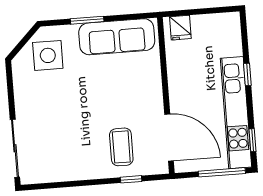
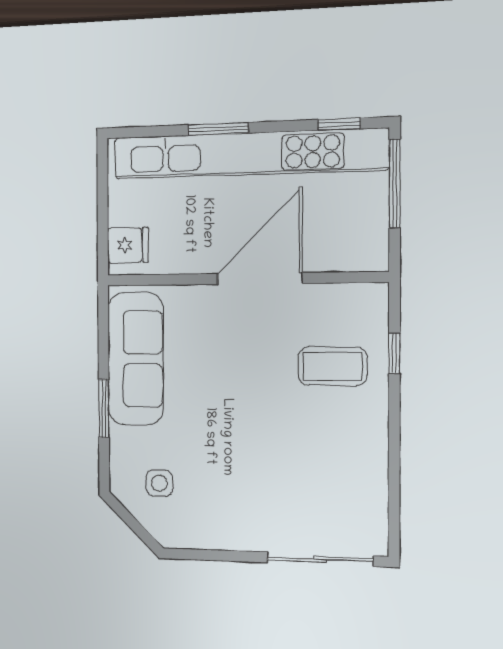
side table: (48, 55) -> (159, 483), width x0.54, depth x0.54
window: (247, 74) -> (218, 129), width x1.50
kitchen unit: (236, 113) -> (249, 154), width x1.36
door: (169, 138) -> (260, 278), moved

